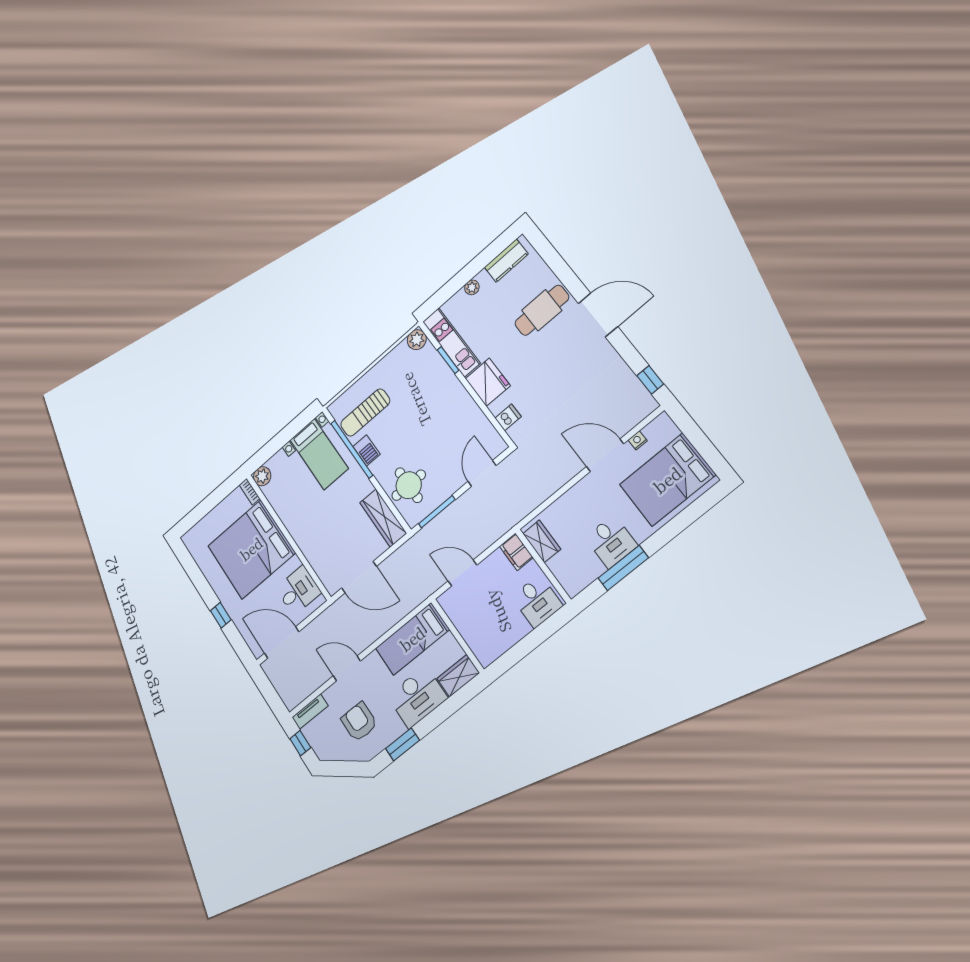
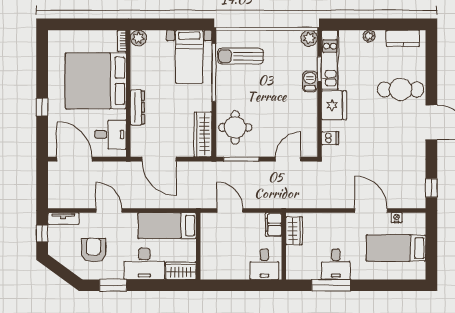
barbecue: (366, 450) -> (310, 81), moved, turned 180
bed: (667, 480) -> (396, 248), width x0.67
dresser: (305, 543) -> (137, 107), added

